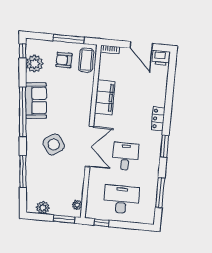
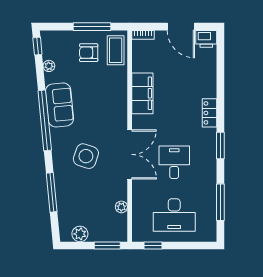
plant: (34, 64) -> (49, 66), width x0.53, depth x0.53
side table: (54, 144) -> (86, 156), turned -37
desk: (121, 199) -> (174, 215), turned 180
plant: (77, 205) -> (121, 207), moved

